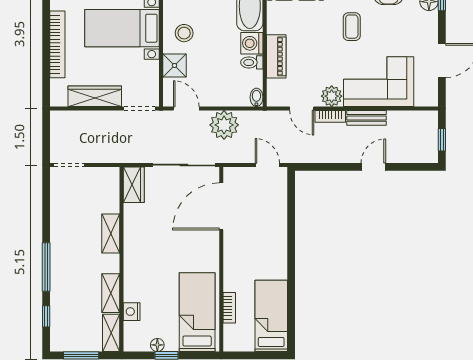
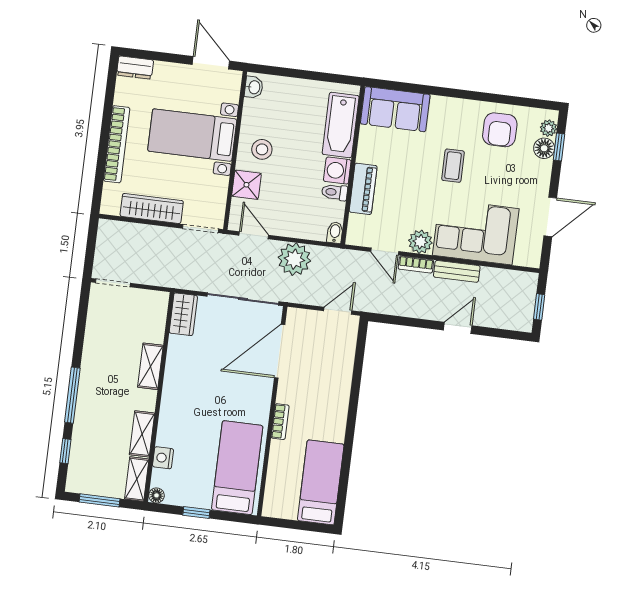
door: (267, 165) -> (338, 311), hinge flipped
bookcase: (229, 308) -> (280, 422), moved
floor lamp: (157, 345) -> (156, 495), moved

